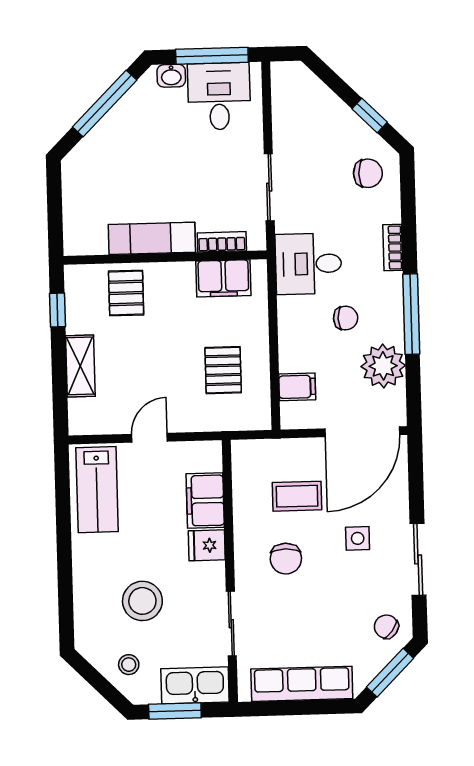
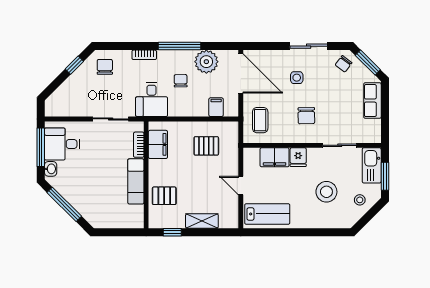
coffee table: (297, 496) -> (260, 120), moved
chair: (286, 559) -> (306, 116), turned 89
row of seats: (302, 684) -> (372, 101), width x0.68

